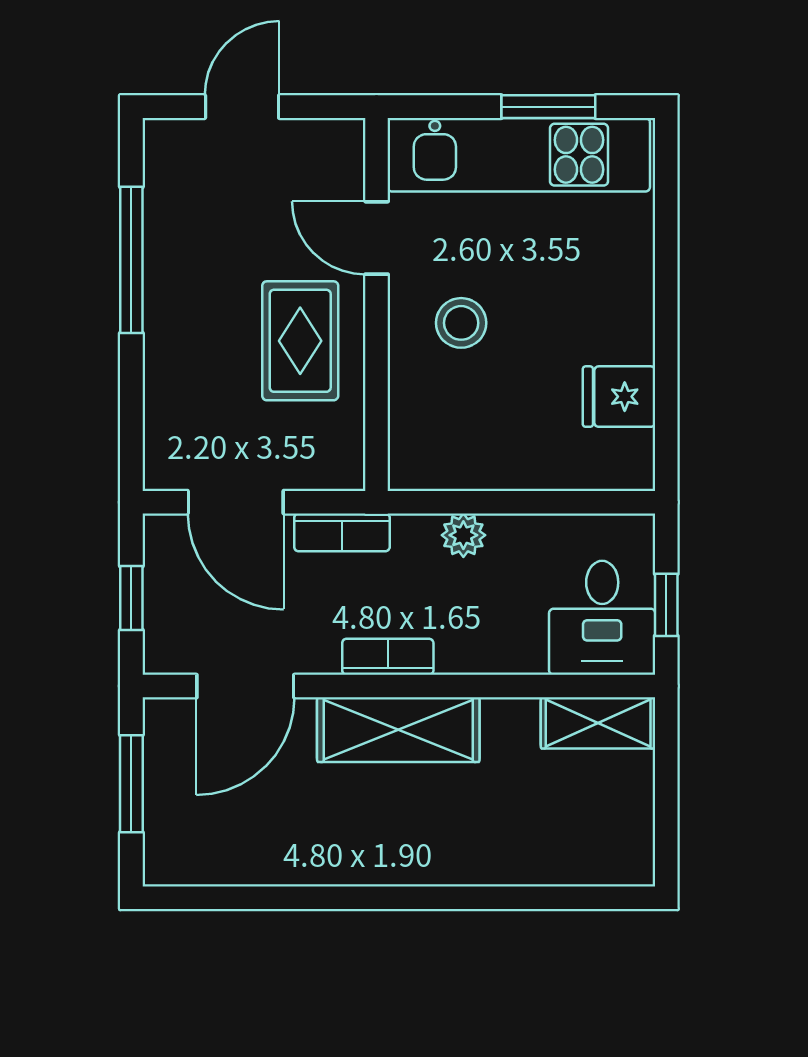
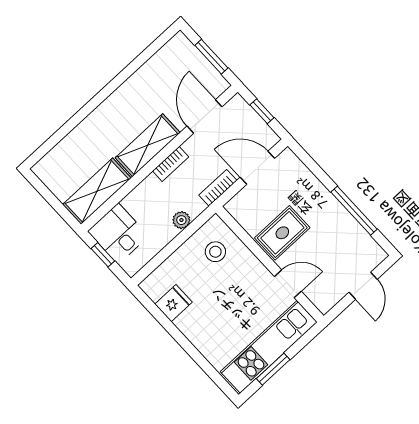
stool: (461, 323) -> (215, 252), moved
rug: (300, 341) -> (282, 233), turned 90
shelving: (598, 723) -> (97, 191), width x1.50, depth x1.33

